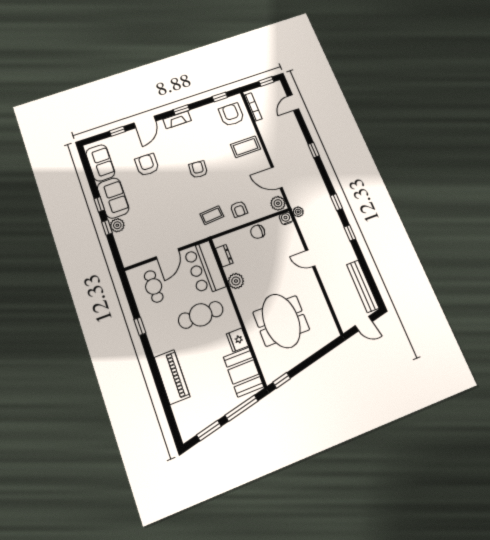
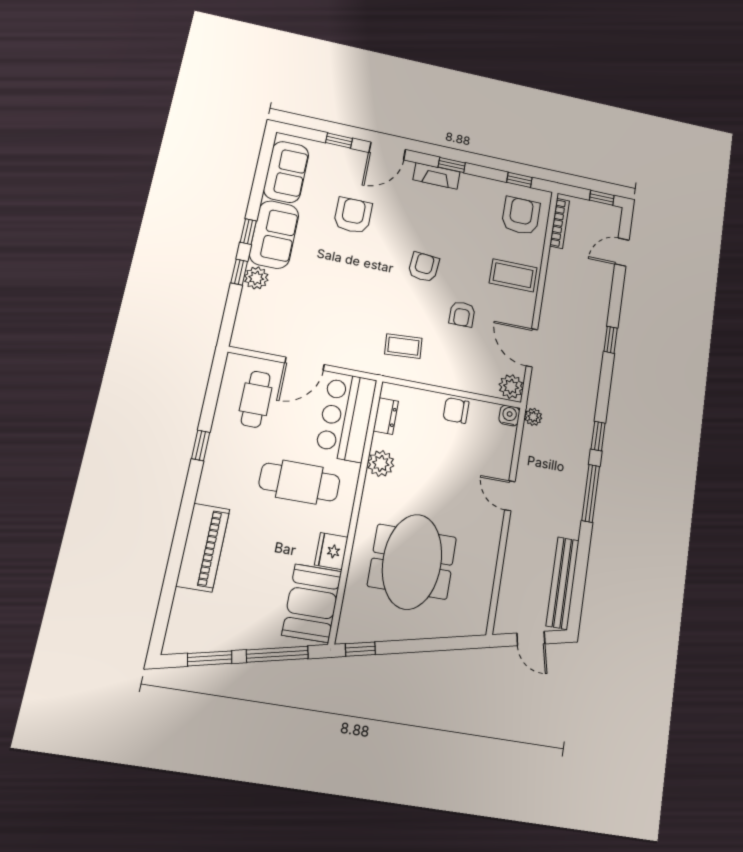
armchair: (239, 209) -> (462, 314), moved
window: (350, 233) -> (591, 493), width x2.17

